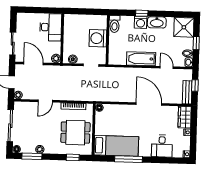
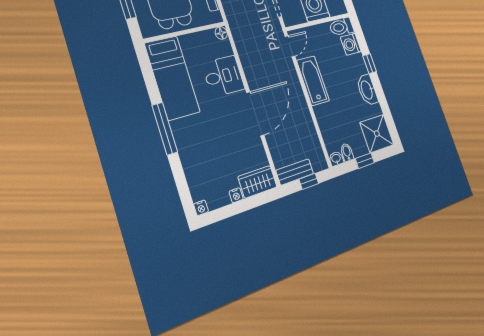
washing machine: (141, 22) -> (351, 44), moved
door: (167, 67) -> (290, 46), moved
desk: (162, 146) -> (223, 76), moved, turned 180
window: (128, 159) -> (165, 129), moved

